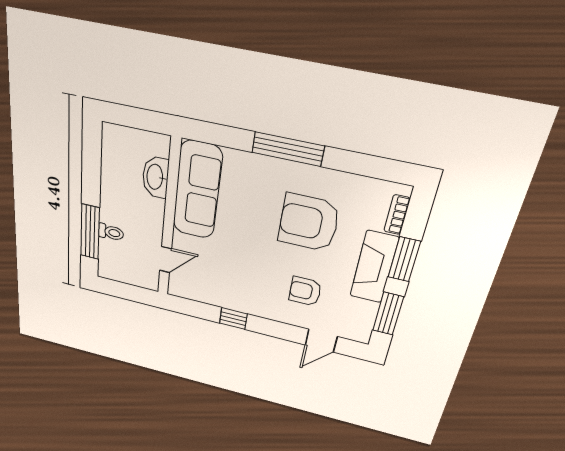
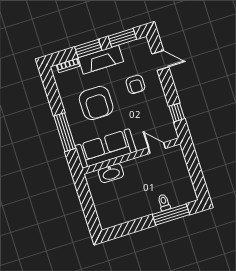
washbasin: (155, 177) -> (111, 173), moved
sofa: (197, 190) -> (106, 148), moved
wall: (169, 220) -> (131, 156), moved
door: (166, 260) -> (157, 148), moved

